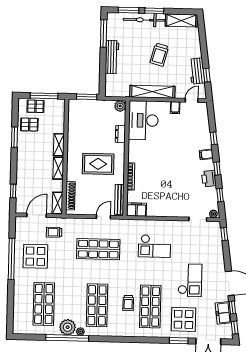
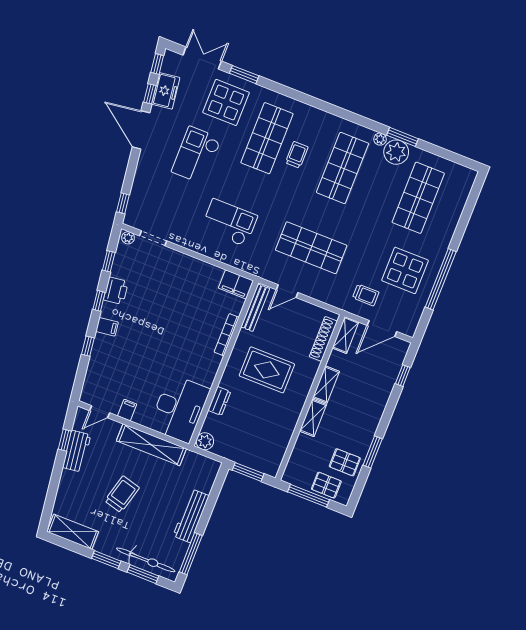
bicycle: (144, 20) -> (146, 560), moved
window: (67, 338) -> (402, 137), width x0.47

